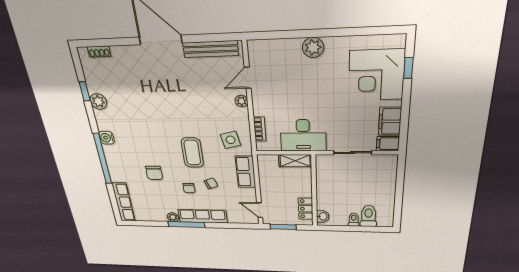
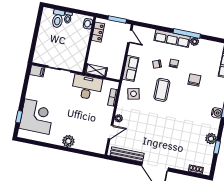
filing cabinet: (390, 121) -> (34, 86), removed

